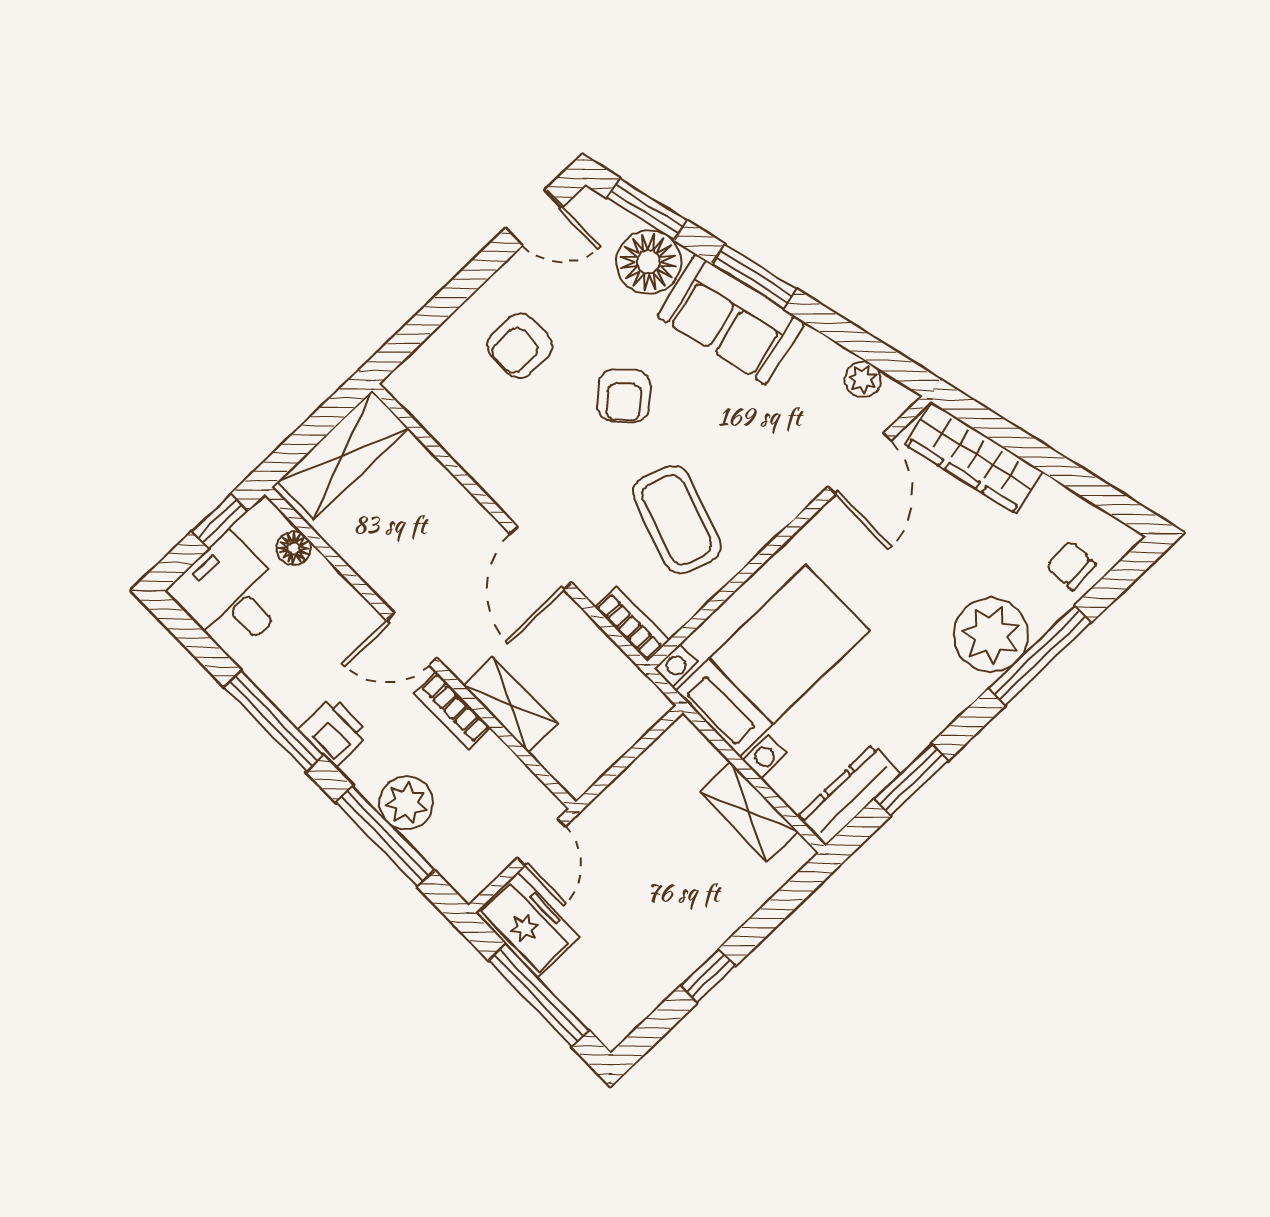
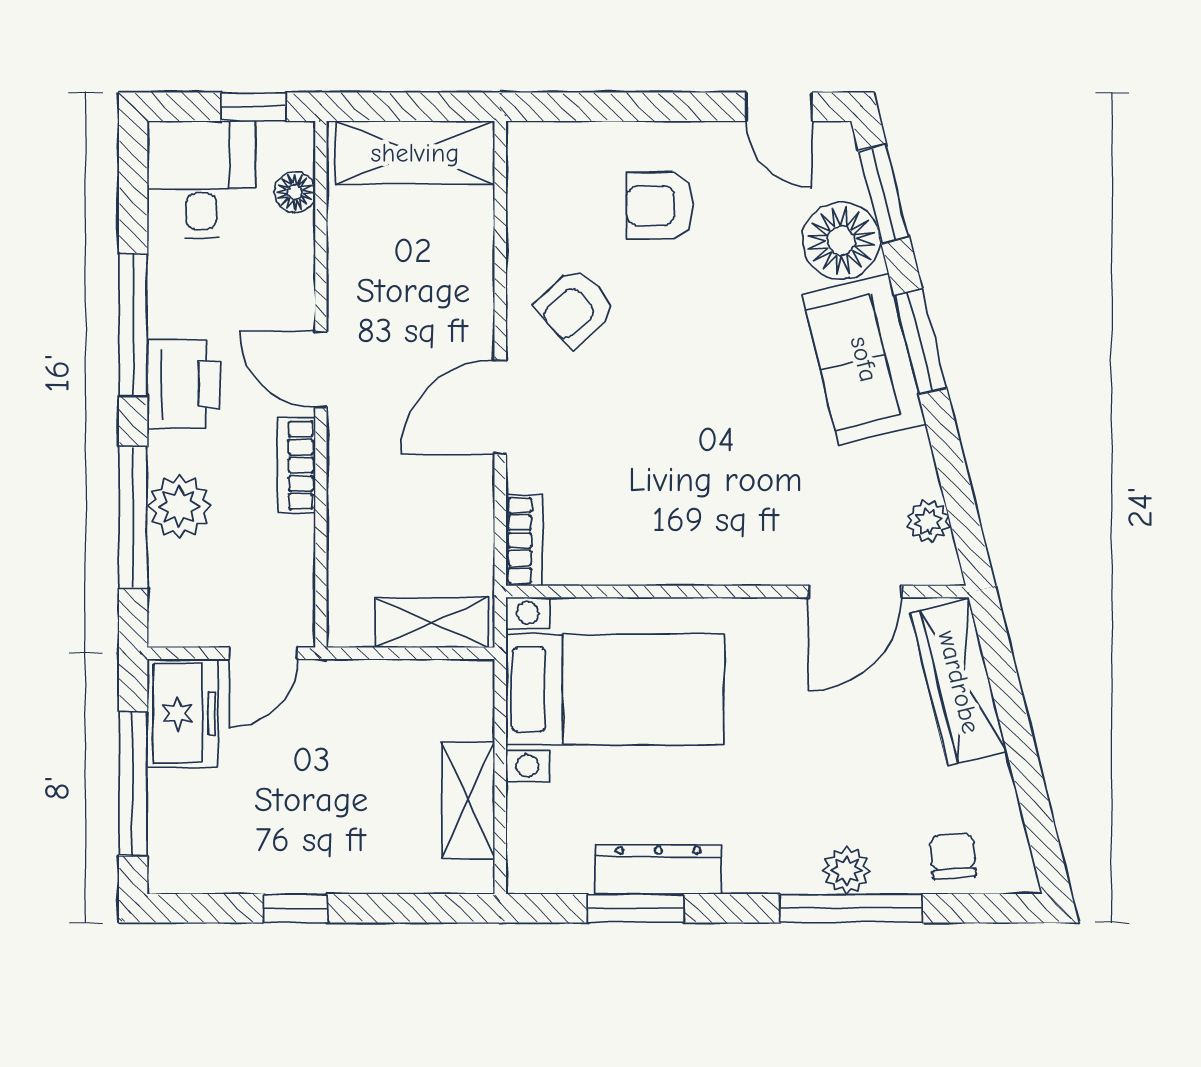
armchair: (624, 395) -> (575, 307), moved
coffee table: (677, 520) -> (650, 487), removed
plant: (991, 635) -> (846, 870), width x0.53, depth x0.53
shelving: (510, 704) -> (432, 622), moved, turned 90
printer: (334, 731) -> (184, 384), width x1.36, depth x1.24
dresser: (849, 795) -> (658, 870), moved

